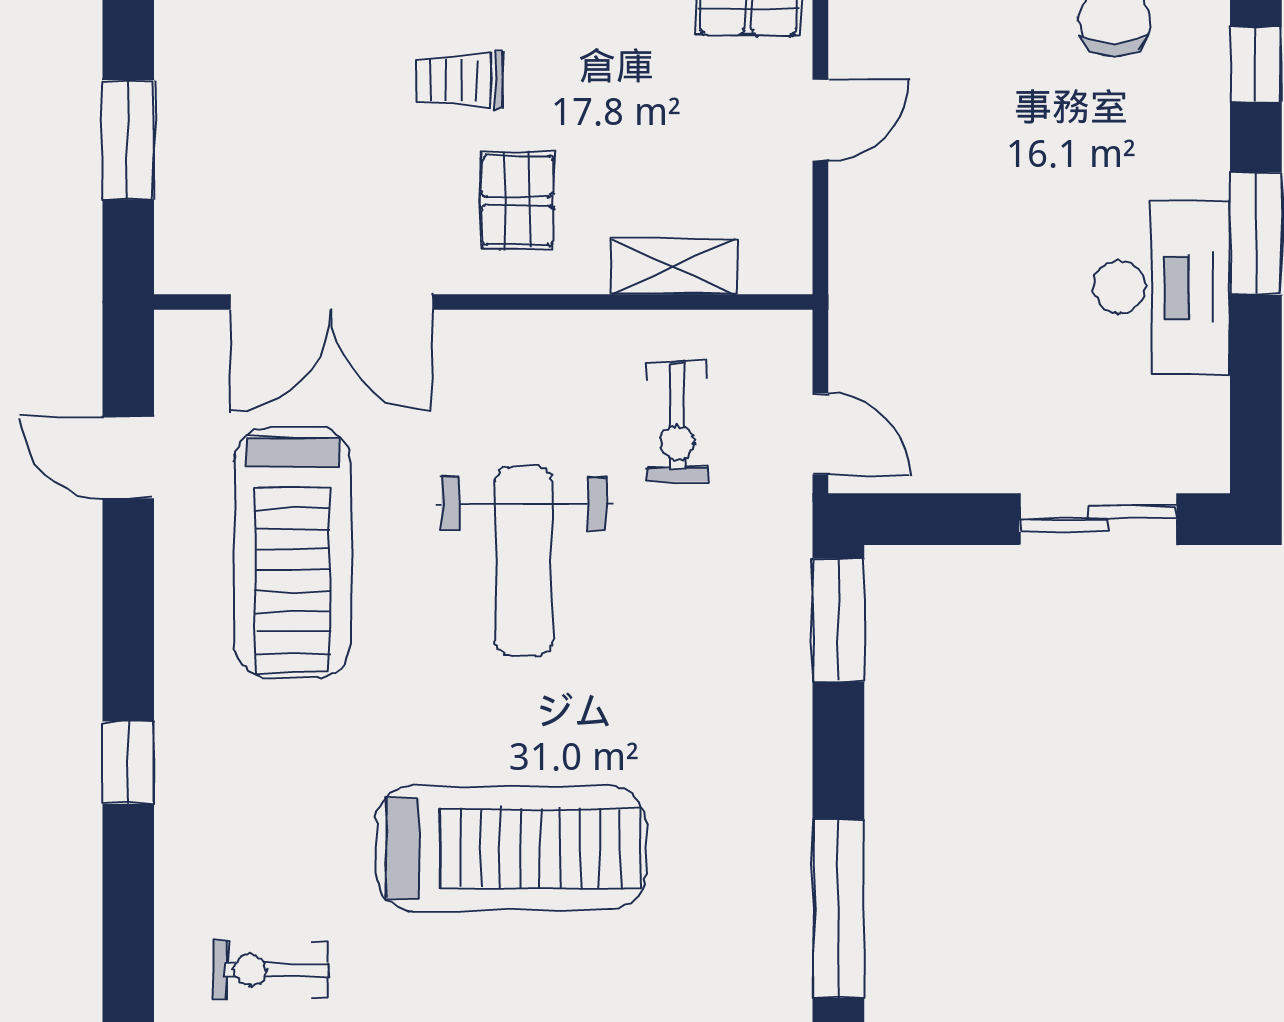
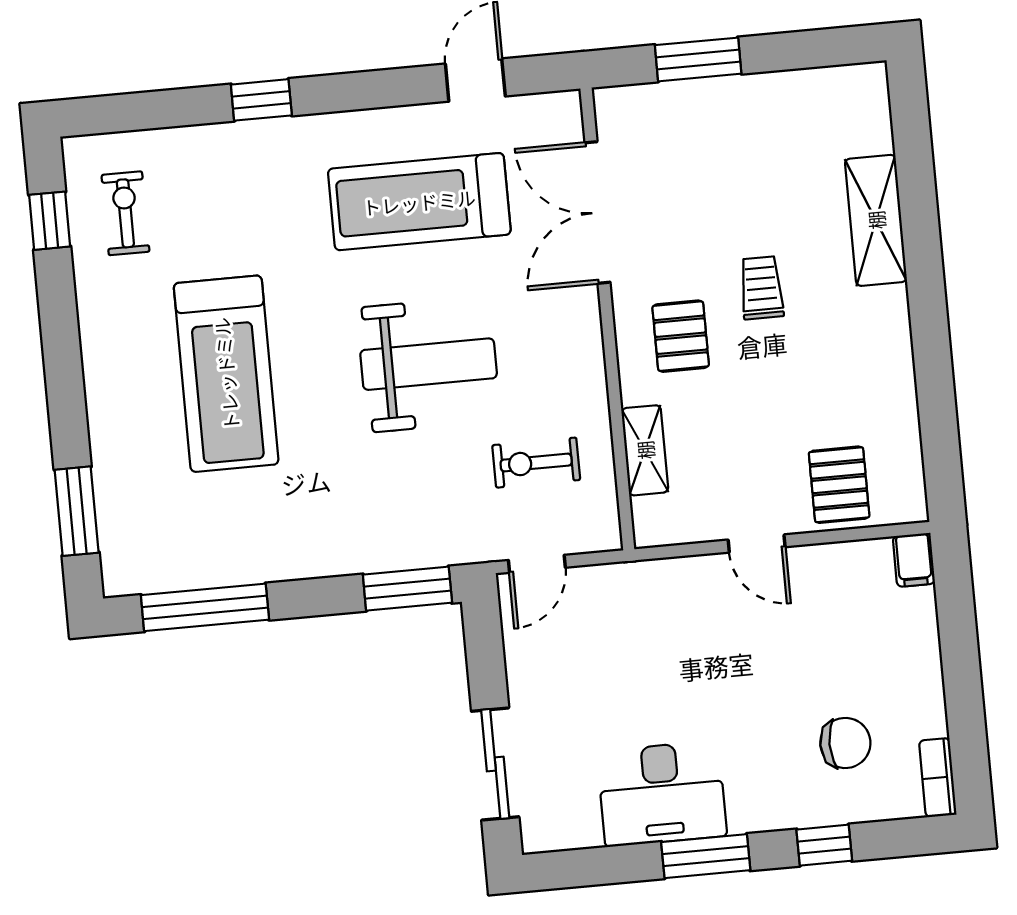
pallet: (517, 201) -> (681, 336), turned 90
weight bench: (524, 561) -> (429, 364), turned 180

